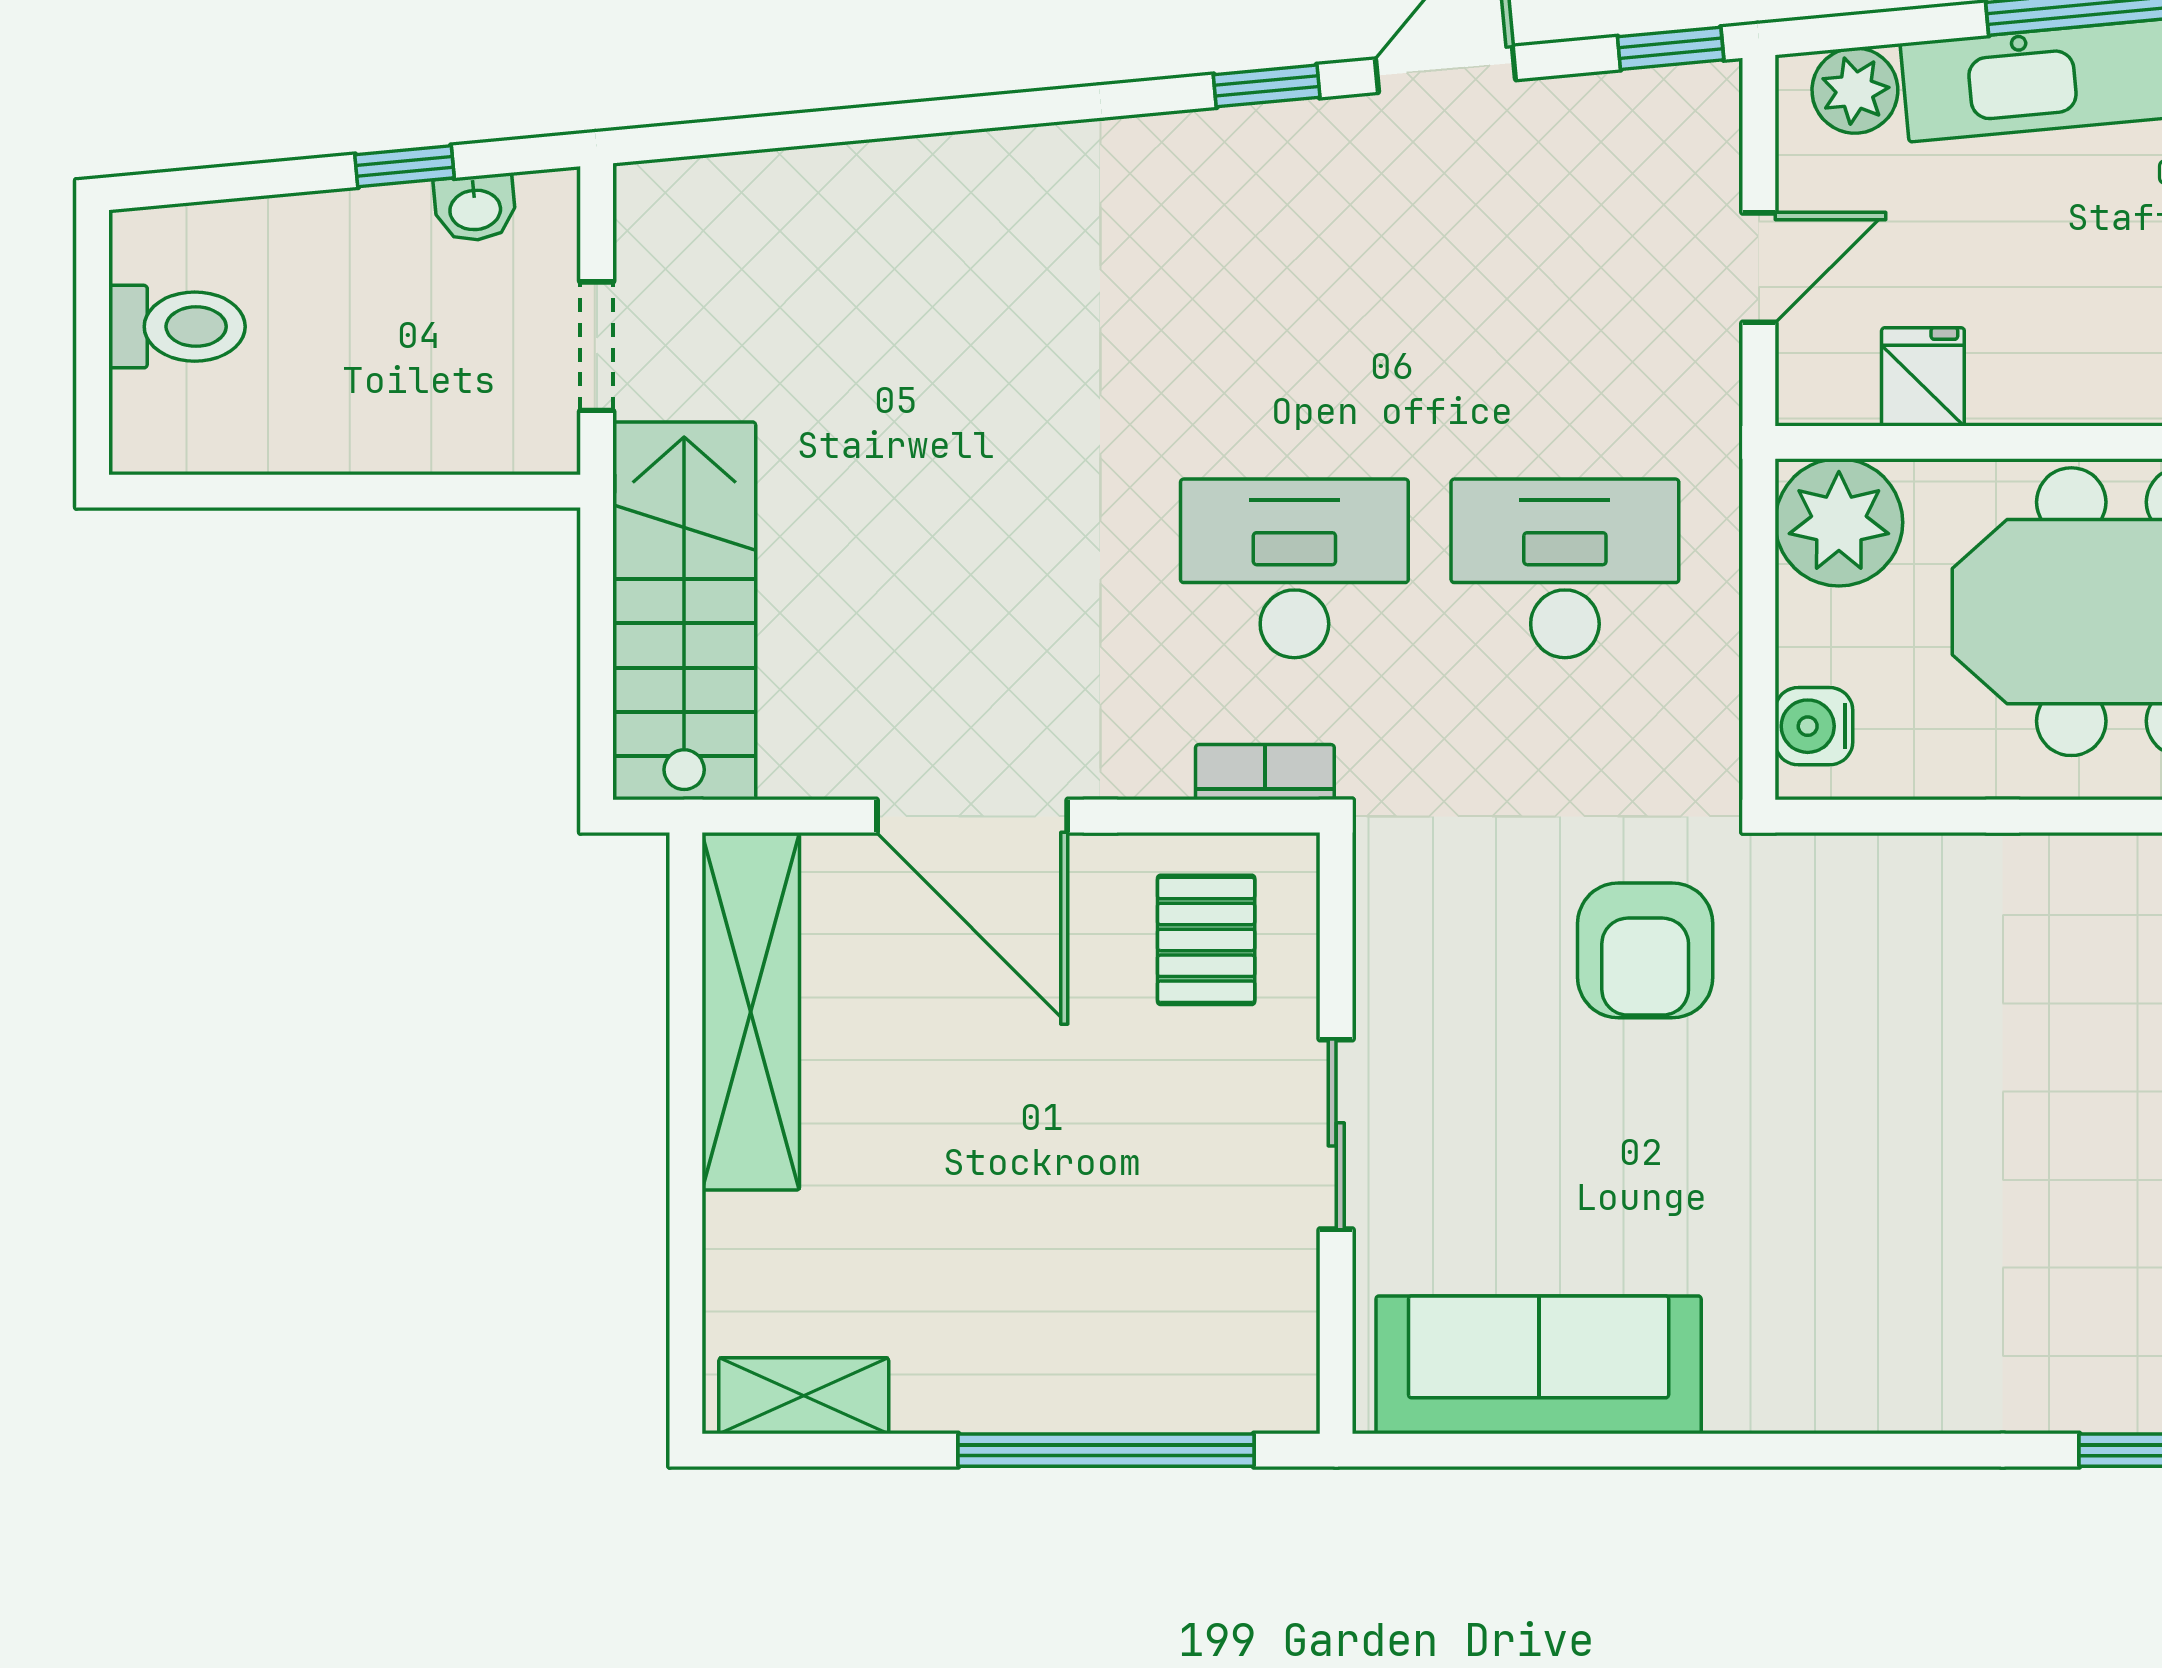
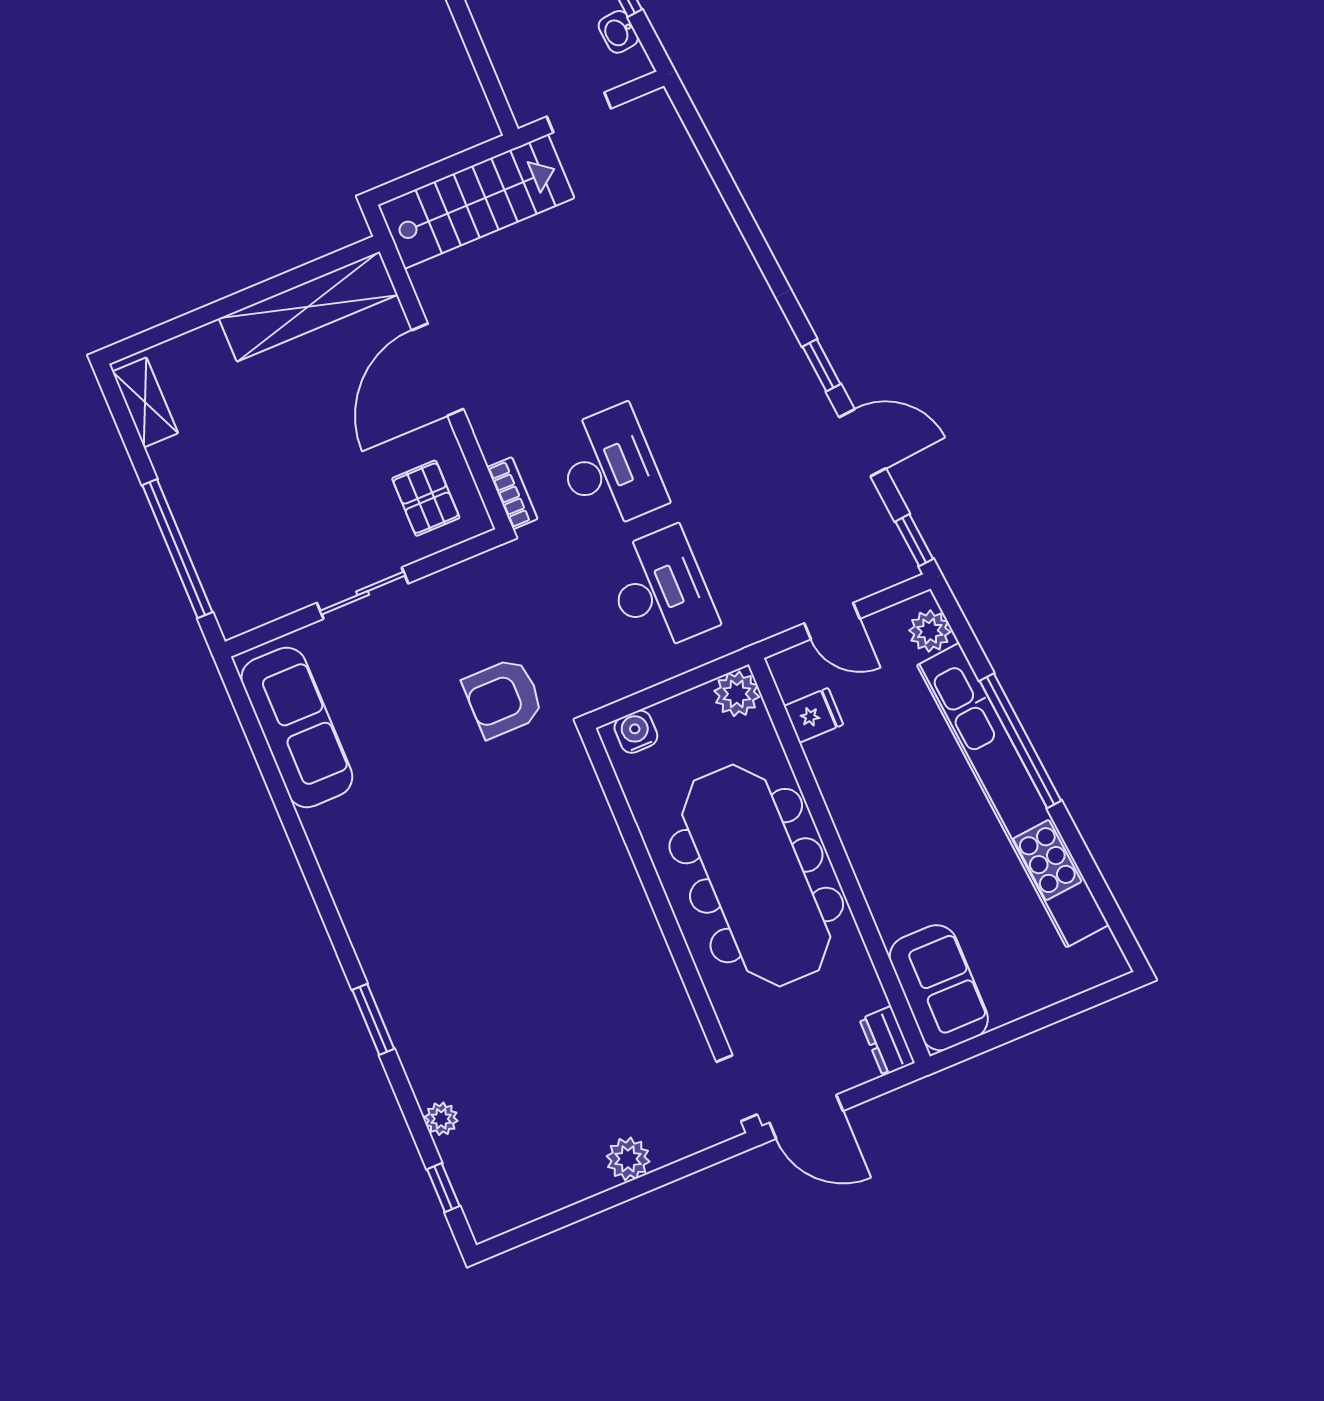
plant: (1839, 522) -> (737, 694), width x0.73, depth x0.73
pallet: (1206, 940) -> (426, 498), turned 90

